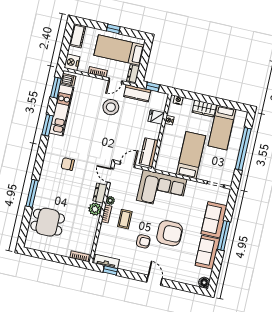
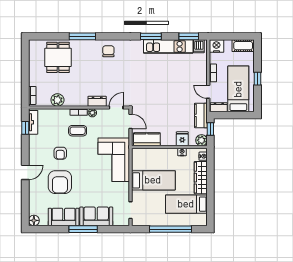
plant: (162, 98) -> (201, 140), added
stool: (111, 107) -> (182, 93), removed
wardrobe: (204, 109) -> (201, 178), width x1.50
chair: (68, 164) -> (108, 51), moved
plant: (95, 209) -> (57, 100), moved
armchair: (170, 233) -> (60, 182), moved

